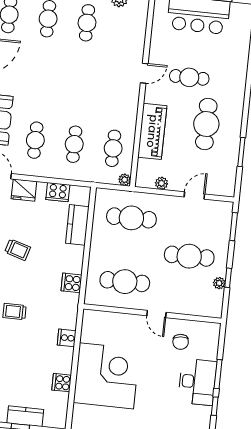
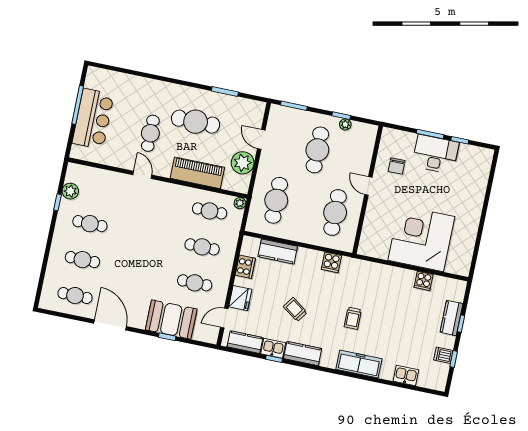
plant: (162, 183) -> (243, 163), width x1.88, depth x1.88
trolley: (18, 250) -> (295, 310), turned -72
door: (156, 314) -> (368, 186), swing flipped
cooker: (67, 338) -> (382, 272), removed
chair: (181, 342) -> (397, 166), turned 95

